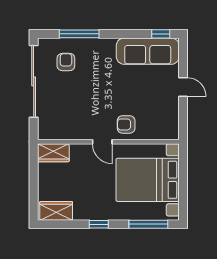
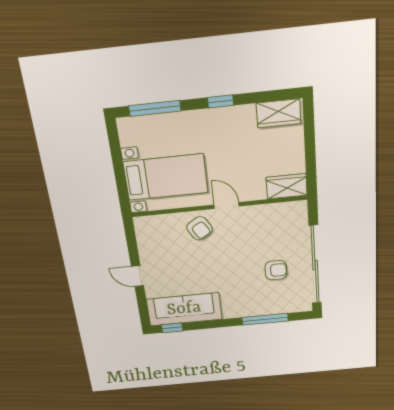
armchair: (66, 62) -> (276, 270), moved, turned -90
armchair: (126, 124) -> (200, 228), turned 59
bed with nightstands: (148, 180) -> (166, 177), width x0.73

